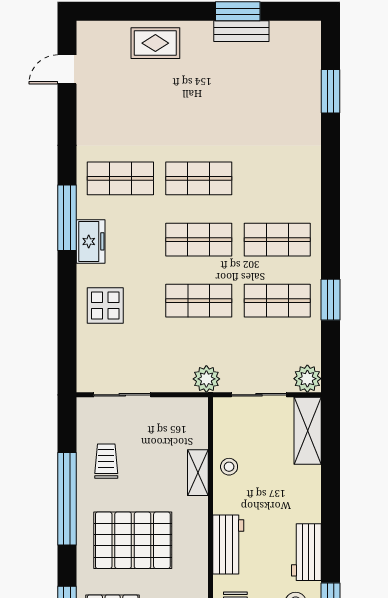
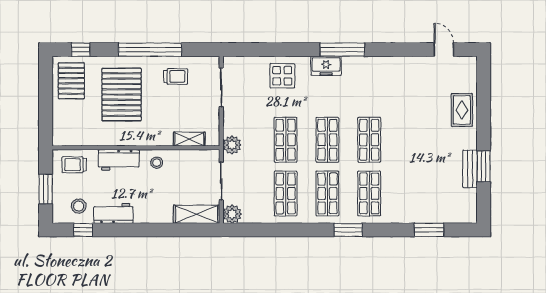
shop shelf: (120, 178) -> (369, 193), moved
window: (331, 300) -> (348, 230), moved
stool: (229, 467) -> (157, 163), moved
shelving: (198, 473) -> (189, 139), moved

